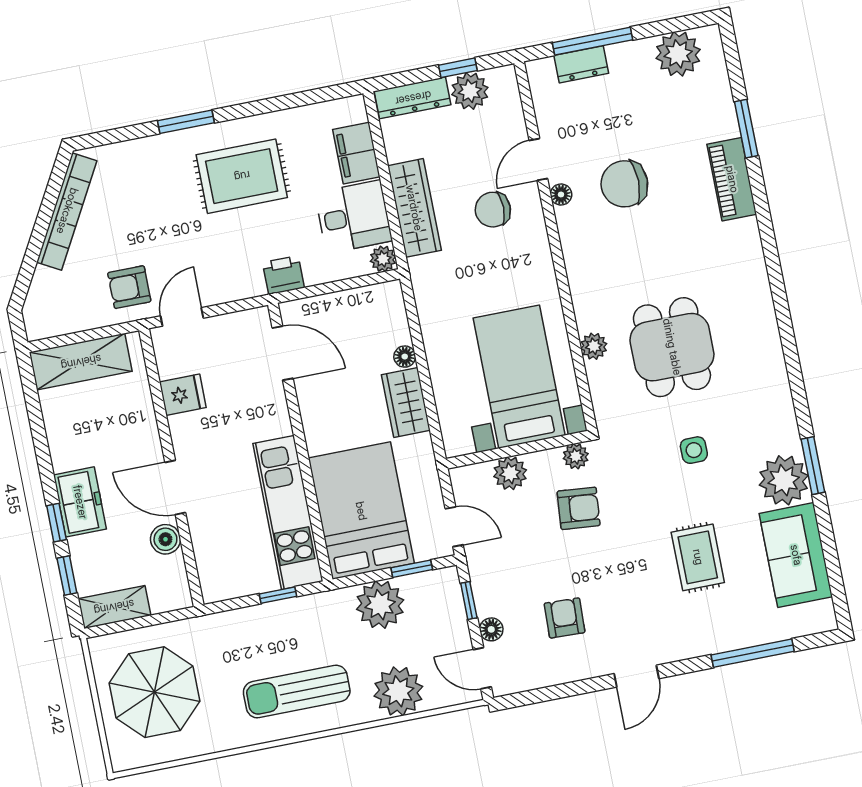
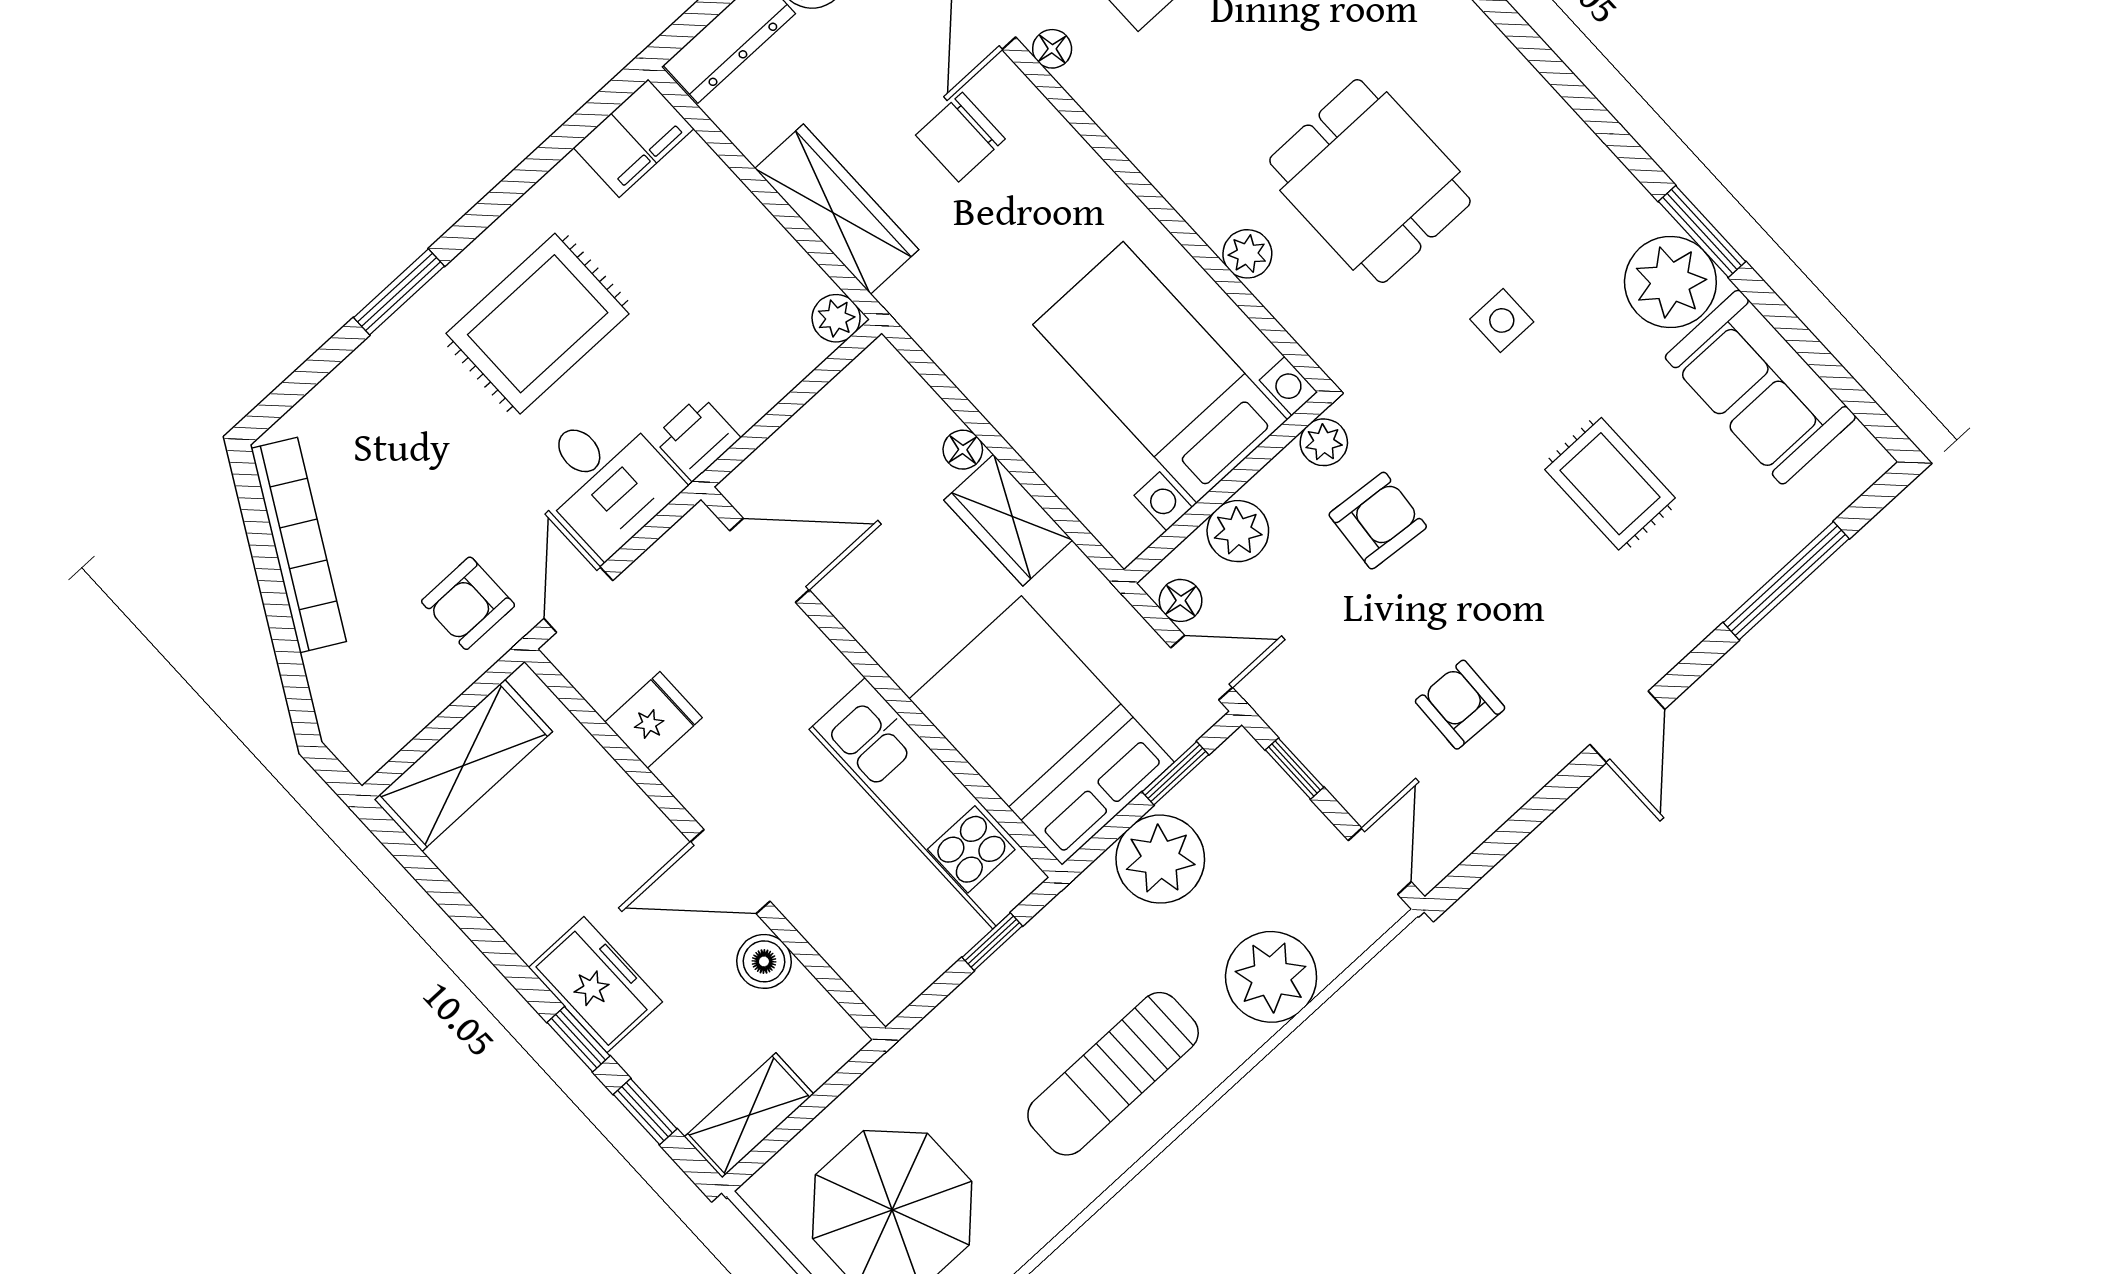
filing cabinet: (356, 153) -> (634, 138), moved, turned -90
desk: (353, 217) -> (605, 479), moved, turned 90
floor lamp: (491, 629) -> (1181, 600), moved
door: (482, 668) -> (1380, 861), swing flipped

